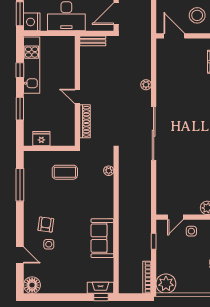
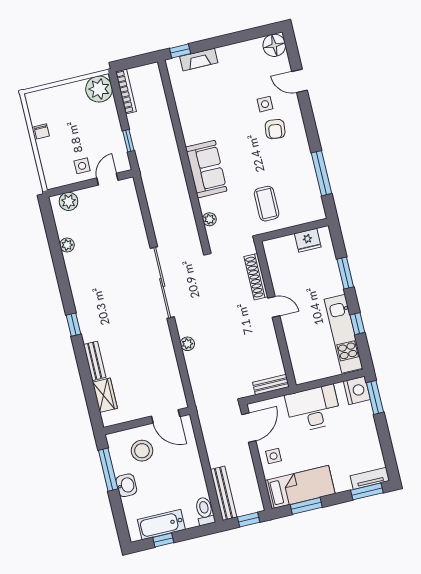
coffee table: (65, 172) -> (267, 204), turned 90
sofa: (102, 238) -> (206, 169), moved
fireplace: (100, 288) -> (199, 60), moved

